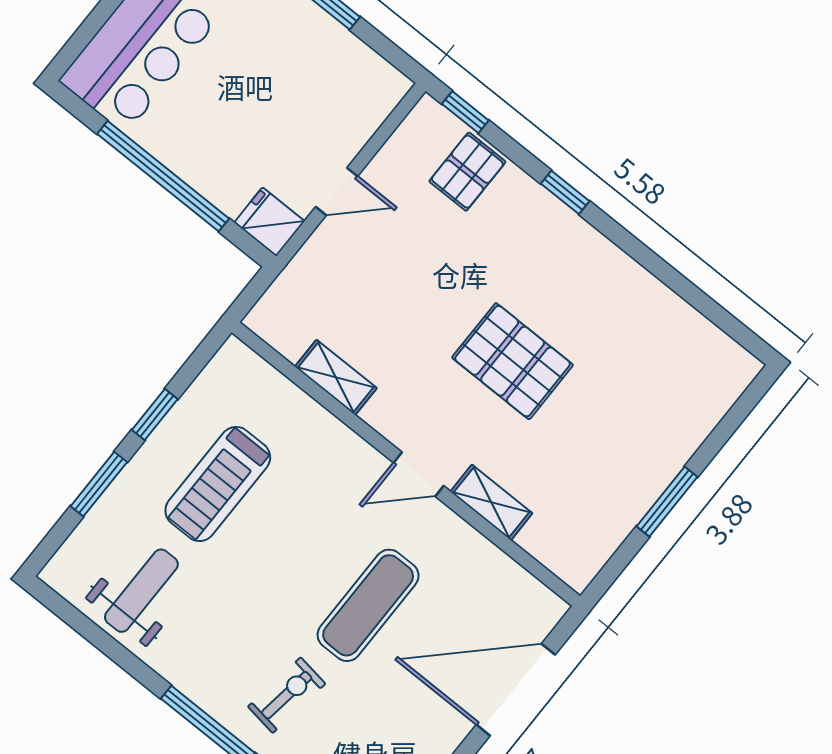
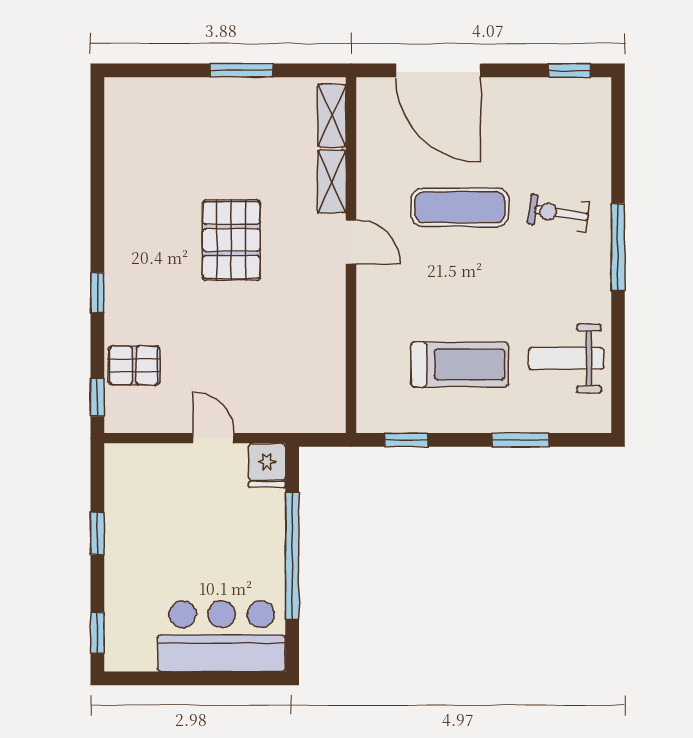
shelving: (336, 377) -> (332, 116), moved
window: (155, 414) -> (406, 440), moved

